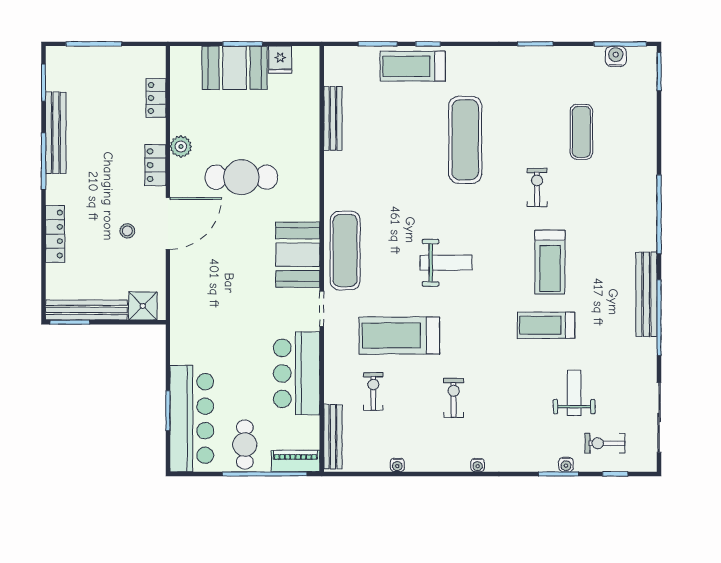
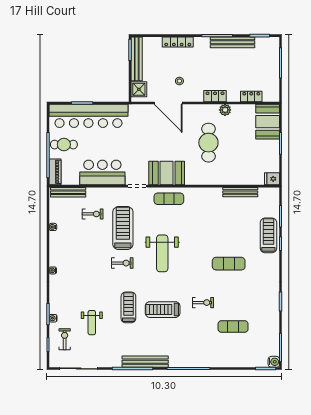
water cooler: (616, 56) -> (274, 362), moved
fridge: (280, 60) -> (272, 179), moved
booth: (235, 68) -> (268, 122), moved
exercise mat: (465, 140) -> (229, 264), width x0.73, depth x0.69
door: (168, 223) -> (168, 103), moved
exercise mat: (345, 250) -> (169, 199), width x0.73, depth x0.69
weight bench: (446, 263) -> (162, 253), width x1.36, depth x1.33
weight bench: (574, 393) -> (92, 323), turned 90
exercise bike: (454, 398) -> (122, 263), moved
bar counter: (192, 418) -> (88, 116), width x1.36

